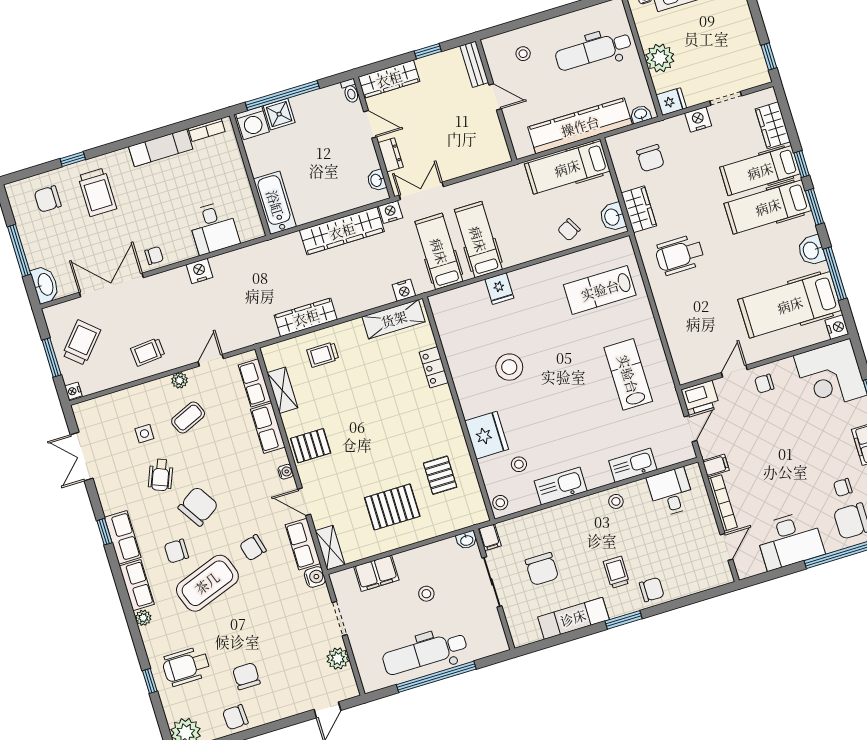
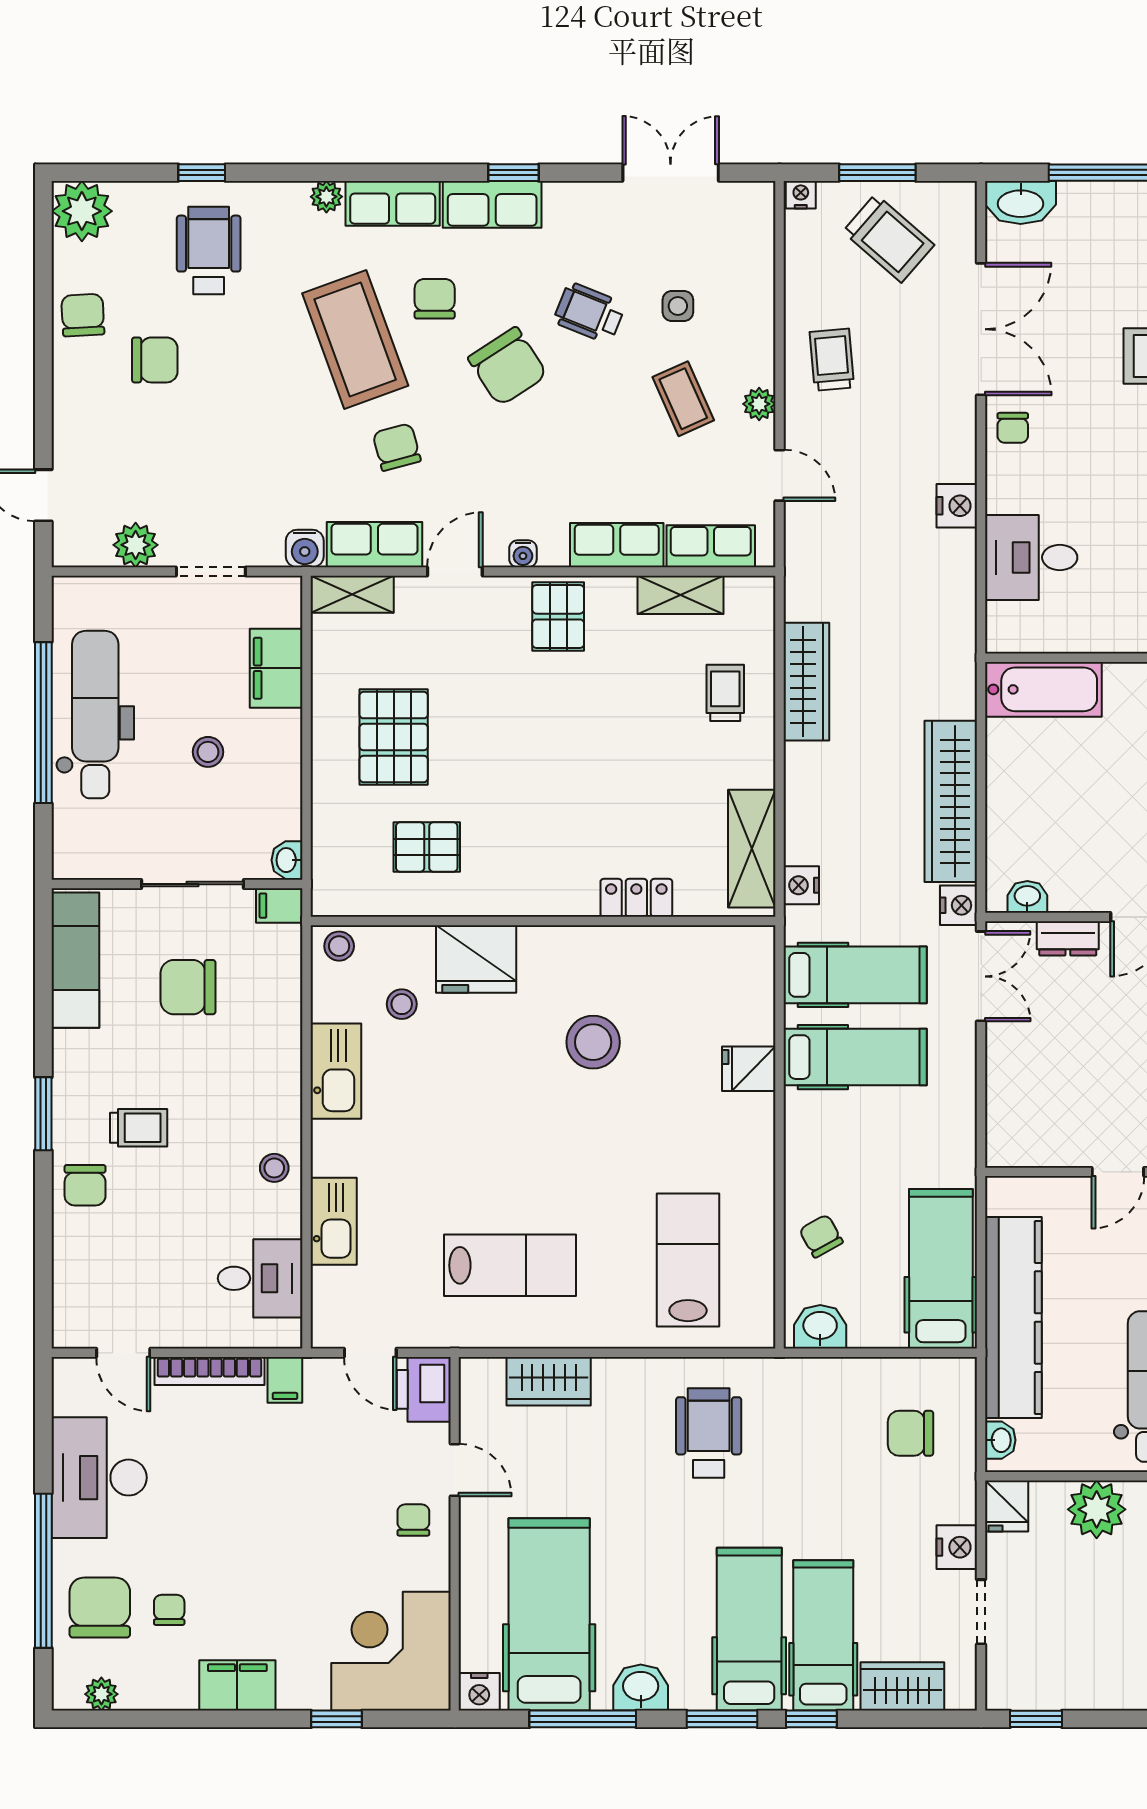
wardrobe: (639, 209) -> (549, 1381), moved
exam couch: (573, 618) -> (75, 960), moved

